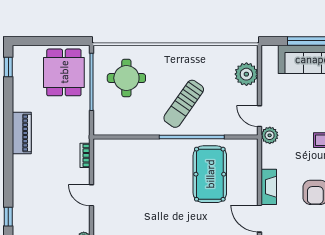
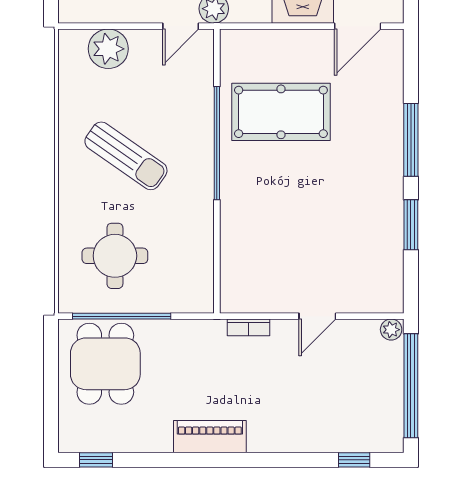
dining table: (64, 72) -> (105, 364), turned 90
sun lounger: (184, 104) -> (126, 156), moved

